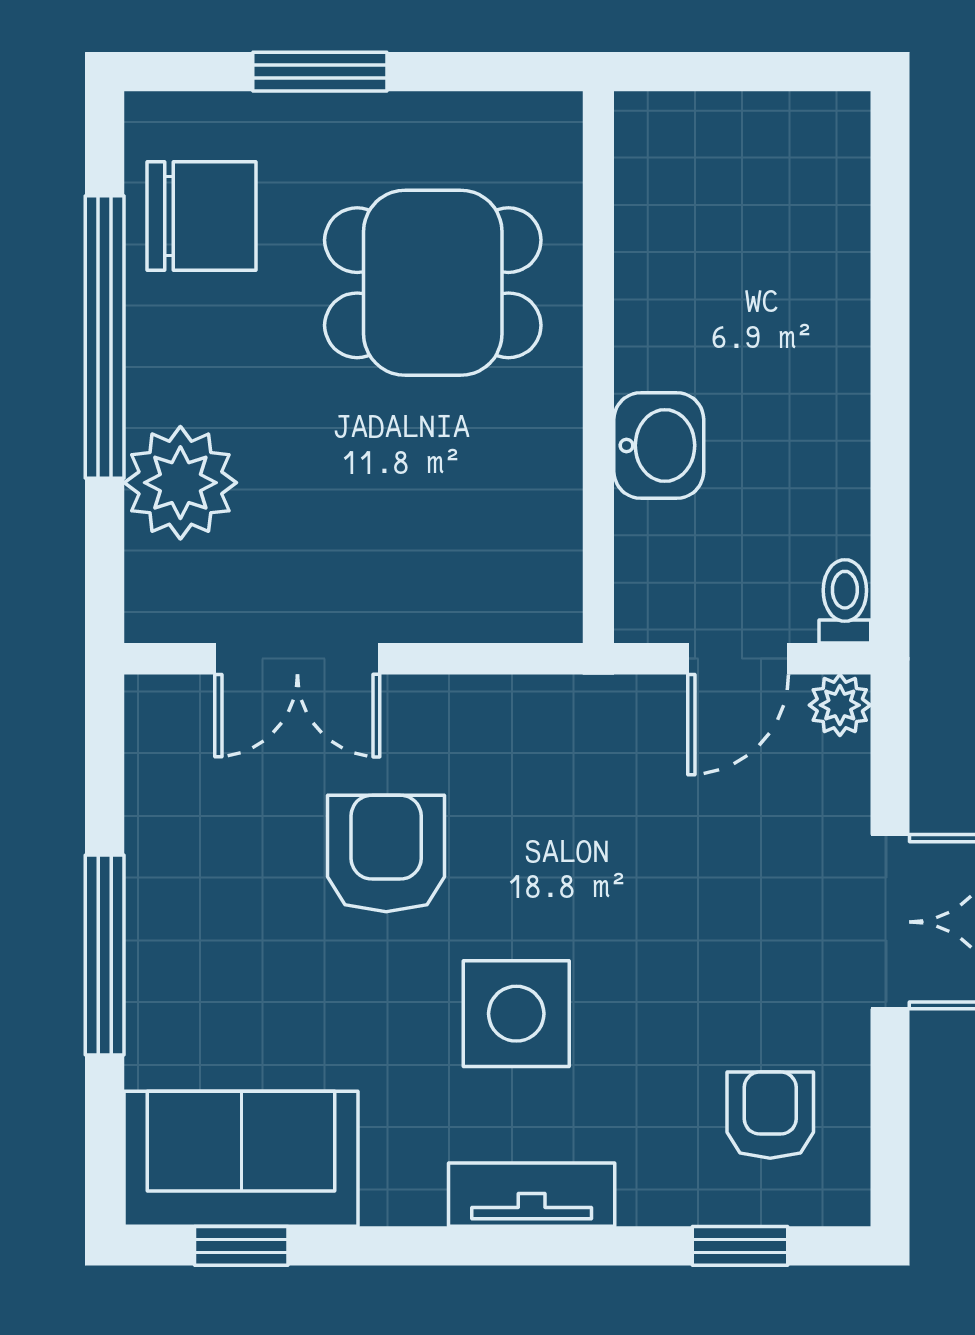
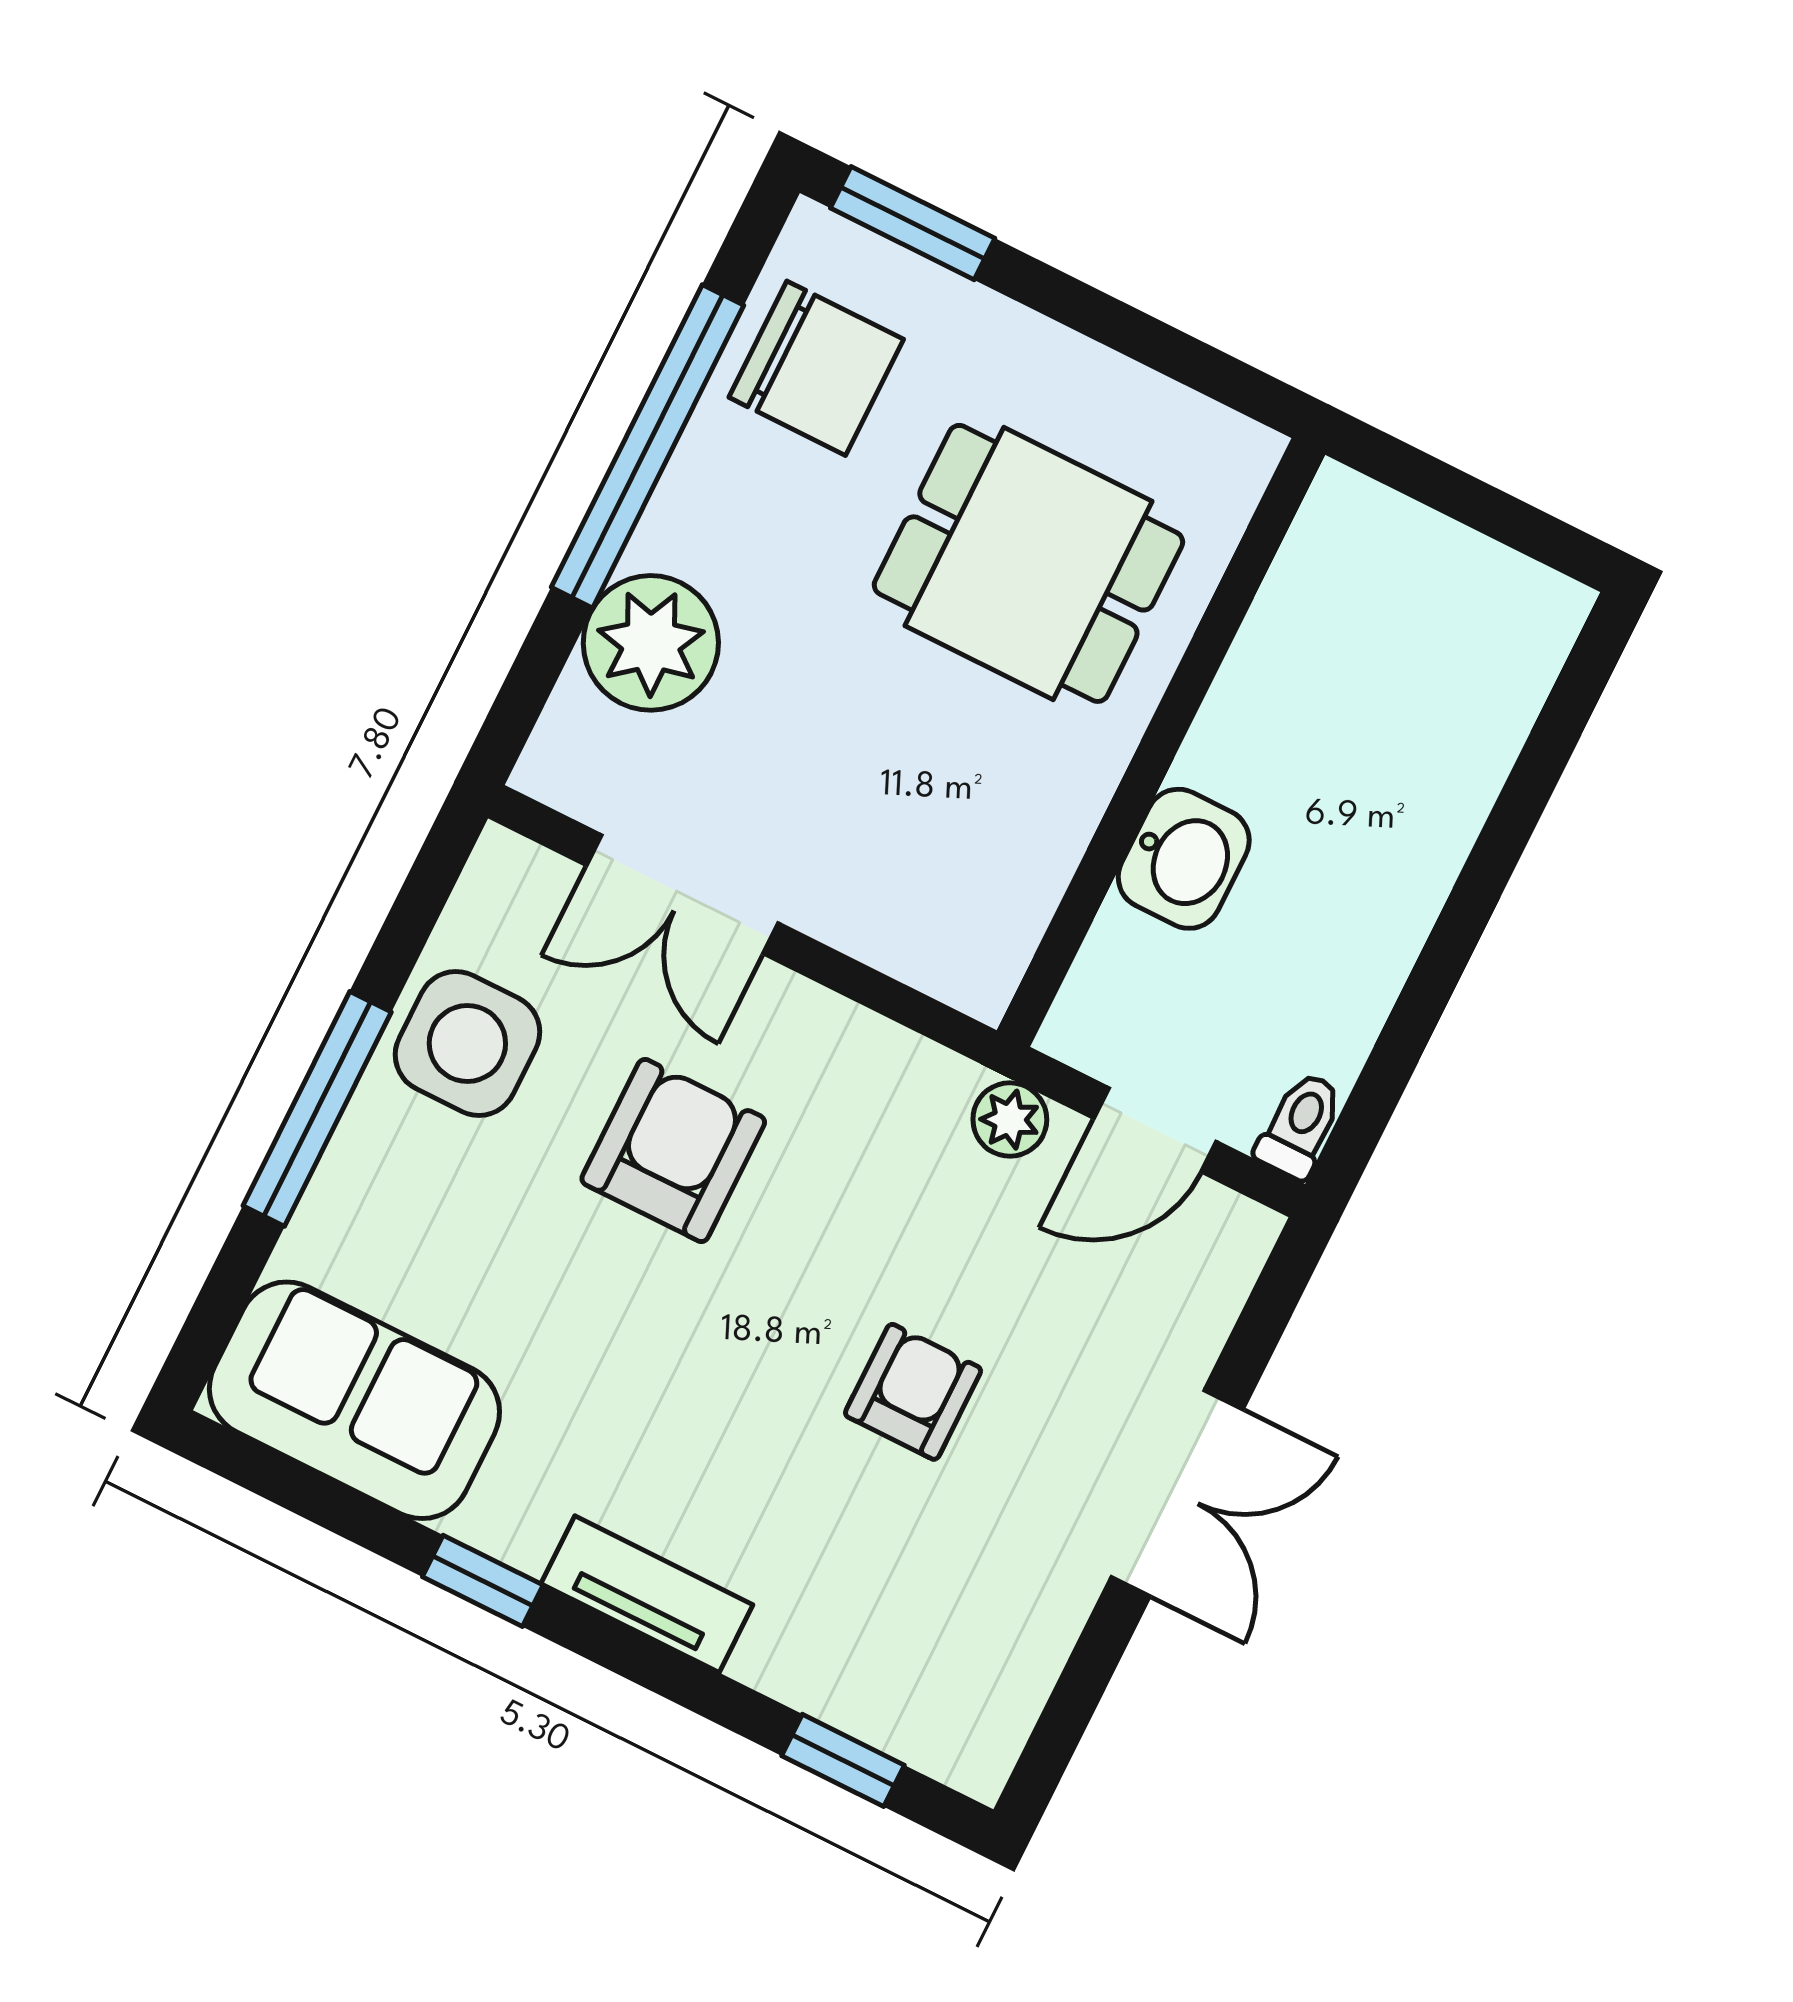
window: (320, 72) -> (913, 223), moved
plant: (840, 705) -> (1010, 1120), moved
side table: (516, 1014) -> (467, 1043), moved
armchair: (770, 1115) -> (913, 1392), moved
window: (241, 1246) -> (483, 1581), moved

